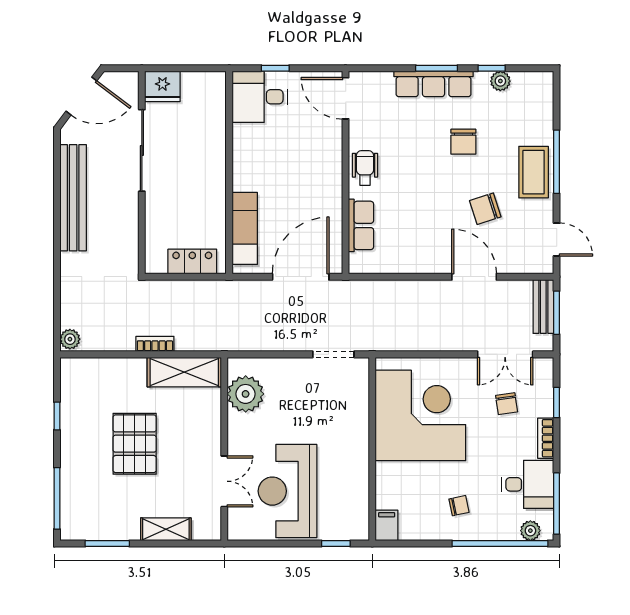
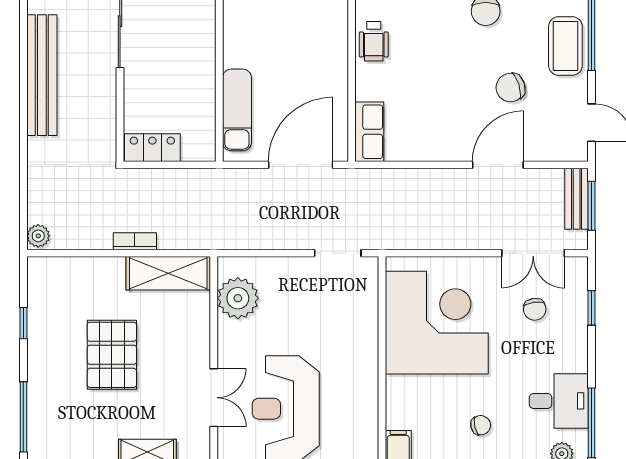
wheelchair: (365, 168) -> (374, 41), turned 180
row of seats: (361, 225) -> (369, 132), moved
locker: (192, 262) -> (152, 148), moved
door: (474, 277) -> (498, 165), hinge flipped
bookcase: (546, 438) -> (579, 349), removed

